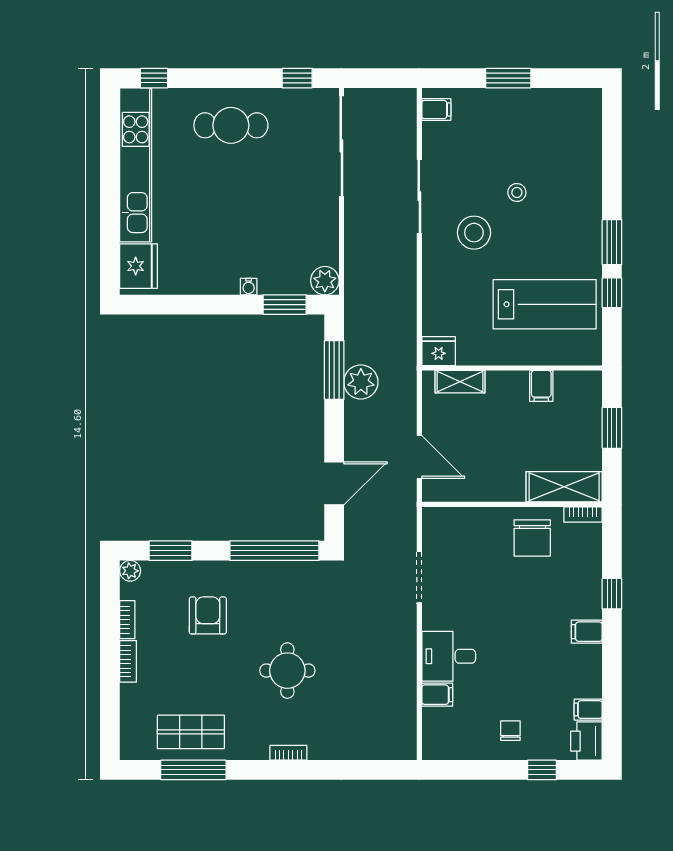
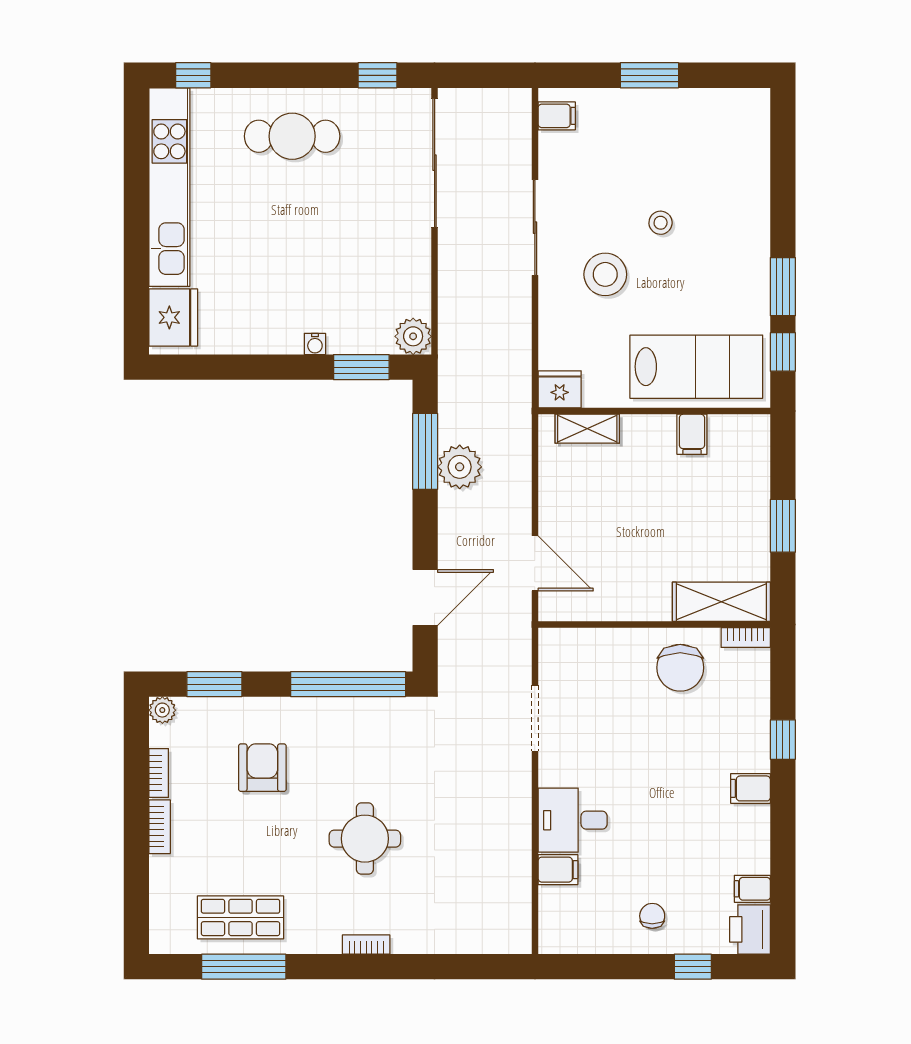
fridge: (439, 351) -> (560, 389), moved
wall: (512, 368) -> (654, 411), moved
shelving: (460, 382) -> (587, 429), moved
filing cabinet: (541, 386) -> (692, 434), moved

